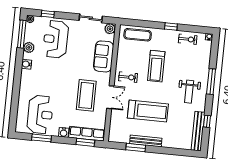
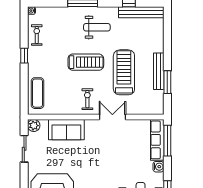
treadmill: (156, 66) -> (86, 62), moved
coffee table: (86, 95) -> (113, 145), removed
window: (85, 142) -> (167, 141), width x1.44

